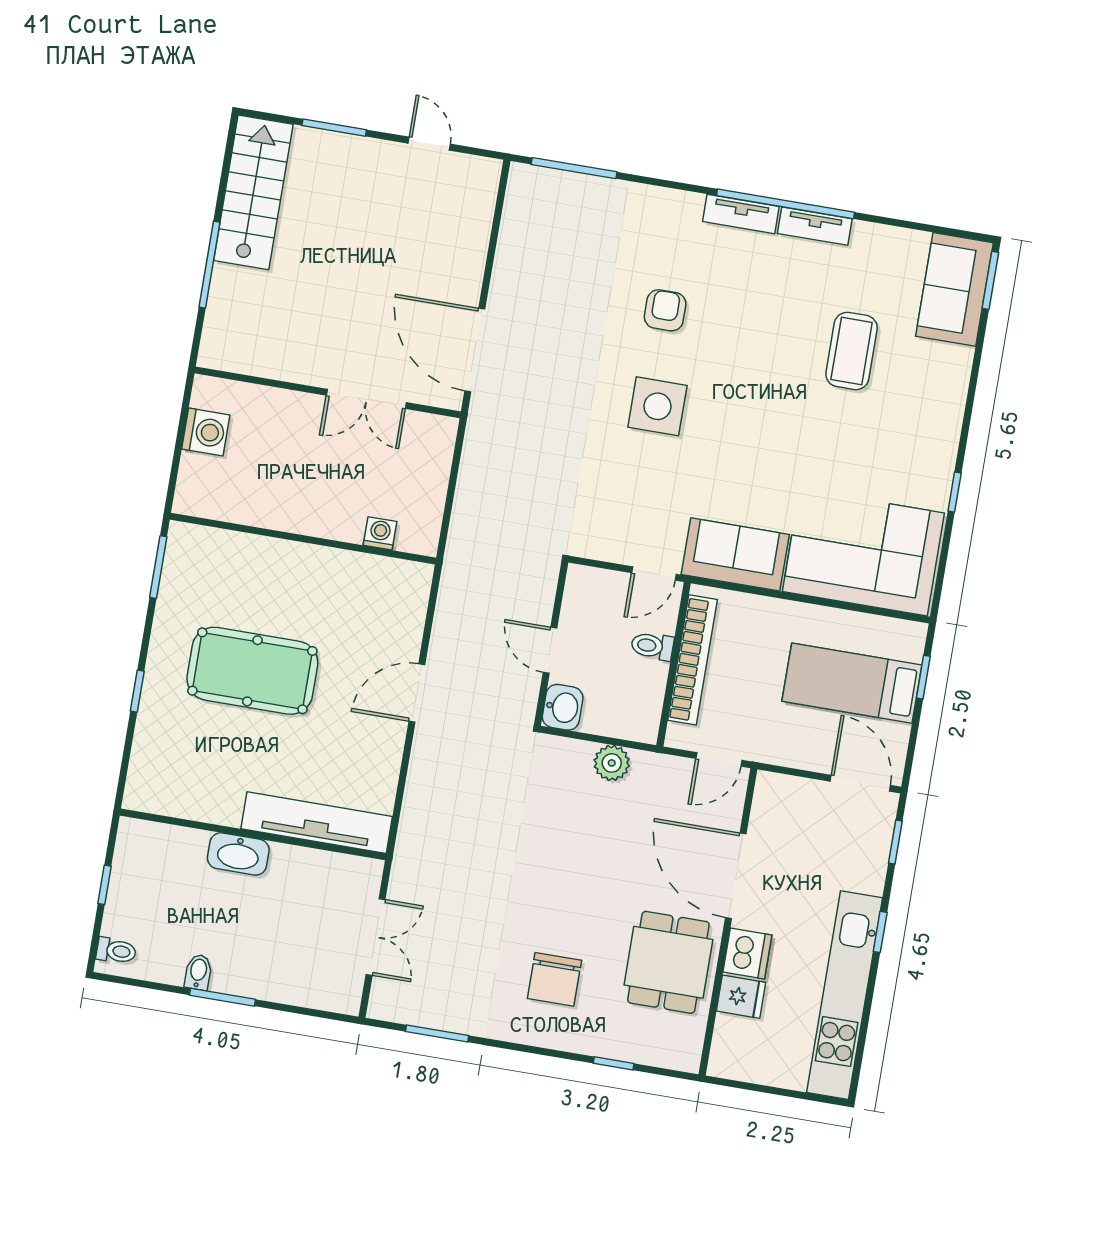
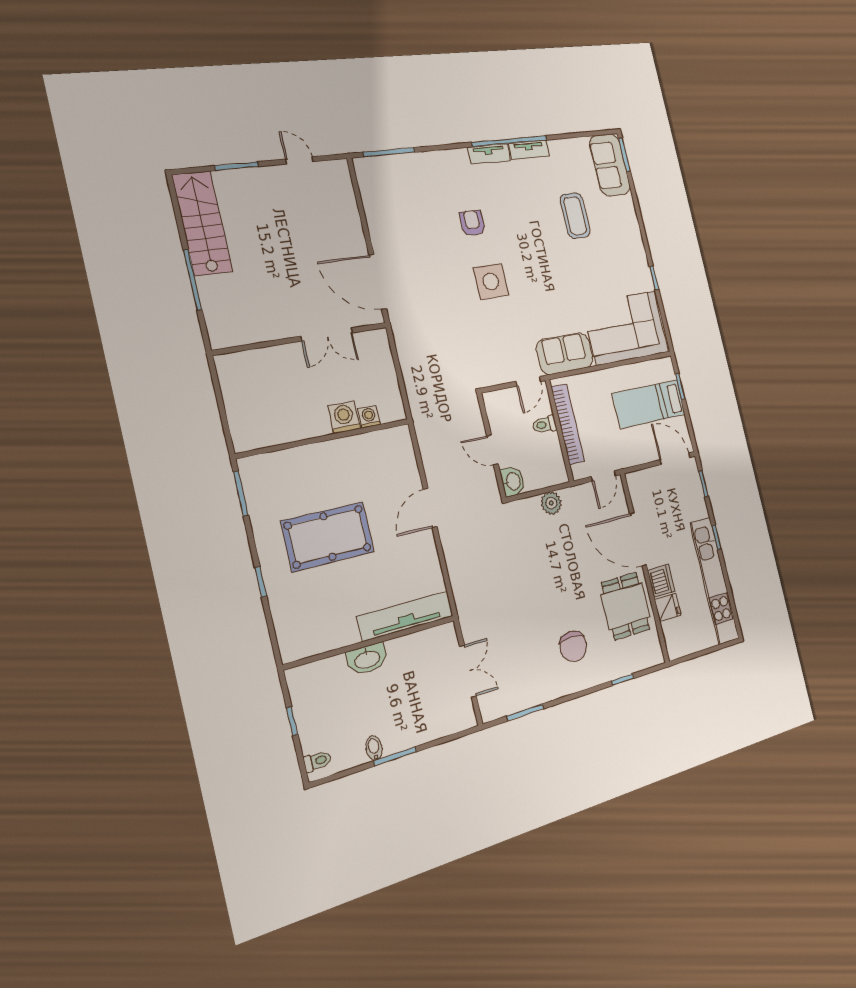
washing machine: (206, 432) -> (344, 417), moved, turned -90

